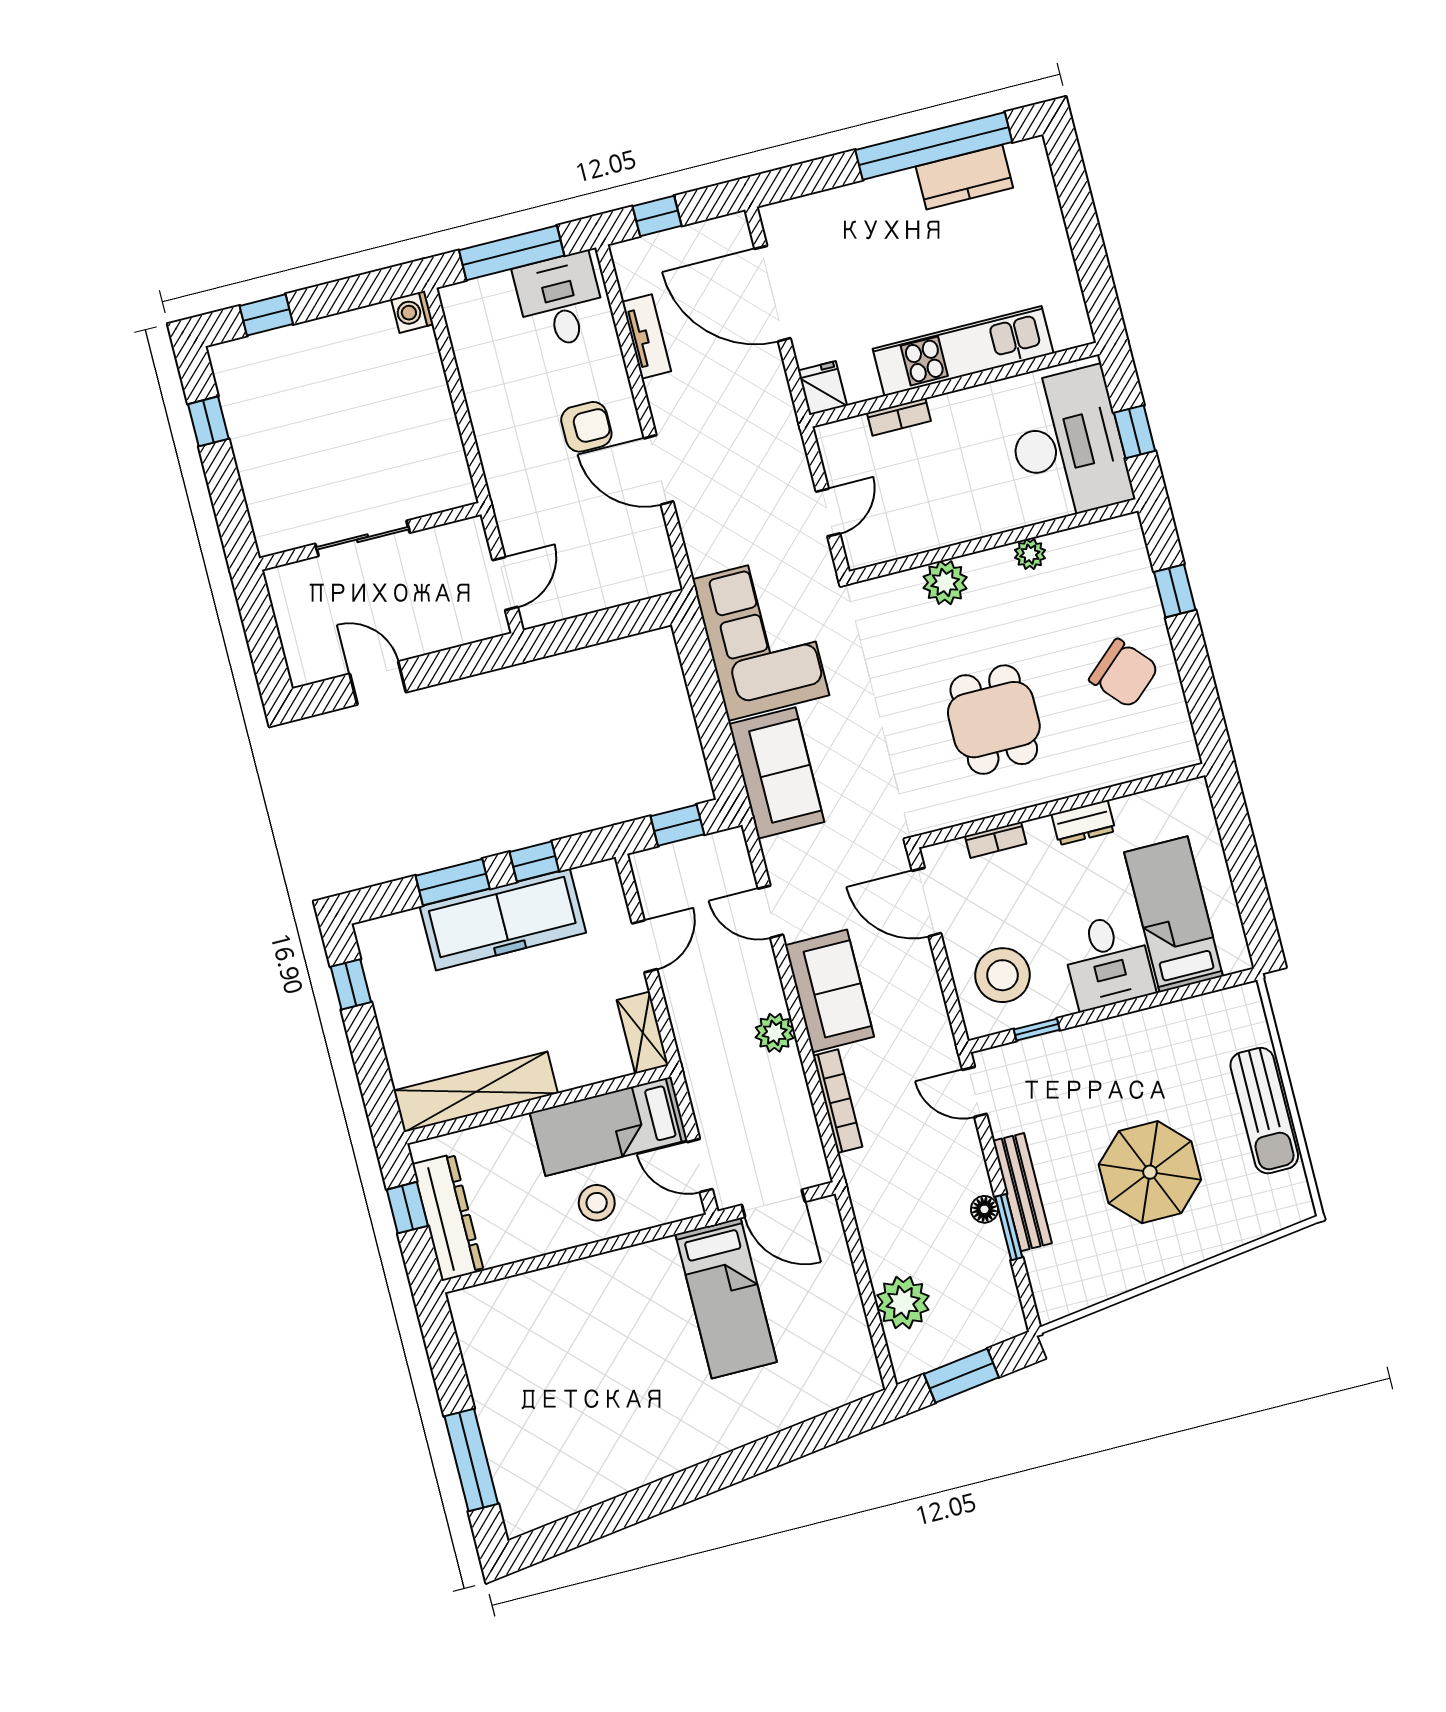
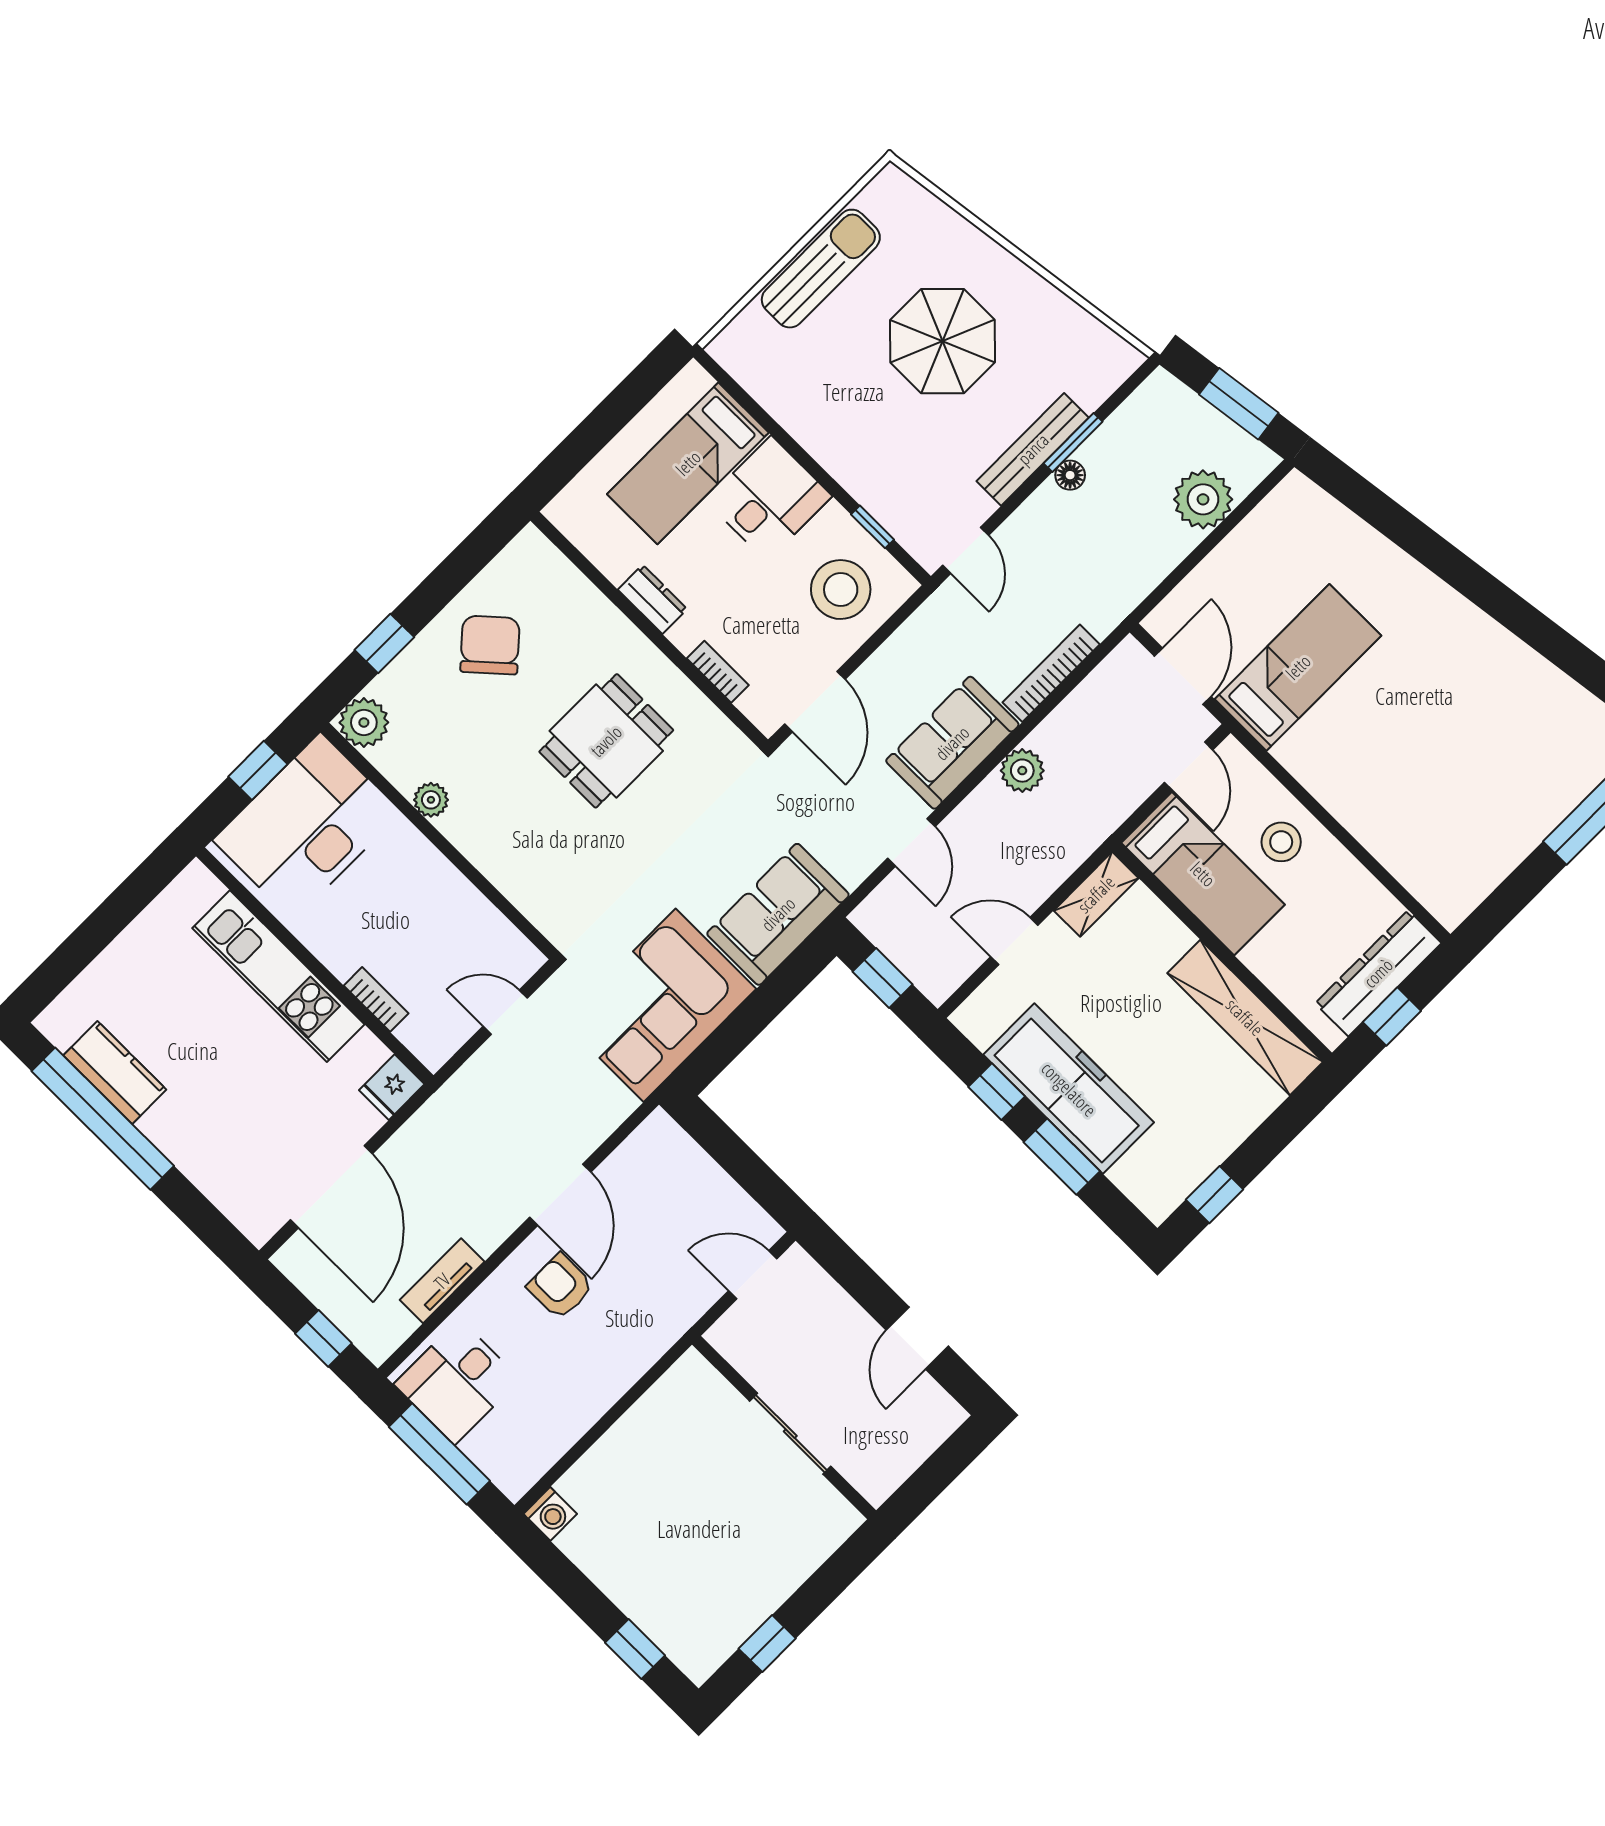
plant: (945, 583) -> (364, 722), moved

